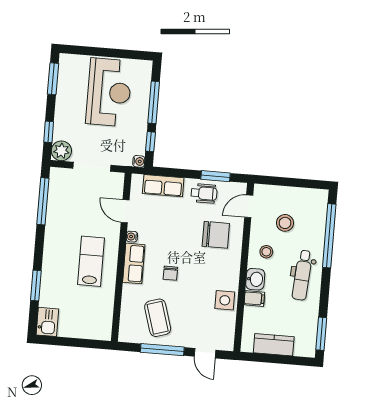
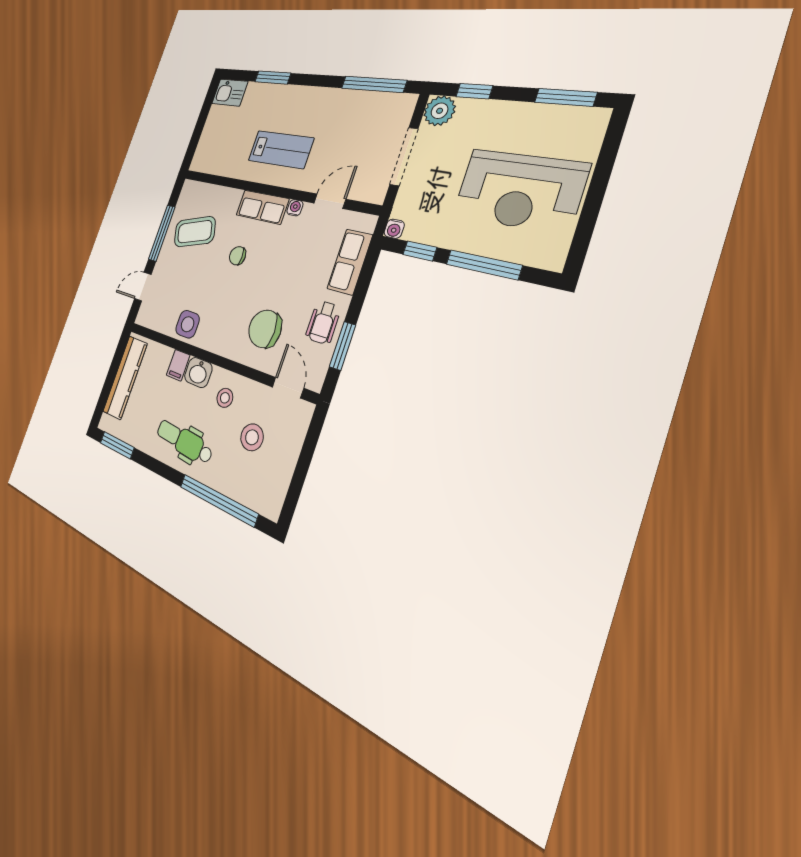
chair: (216, 235) -> (265, 329), turned 90
kitchen counter: (274, 345) -> (125, 378), width x1.50

